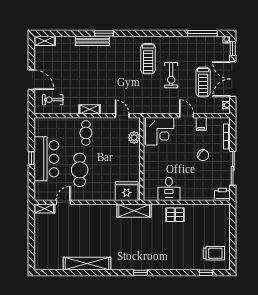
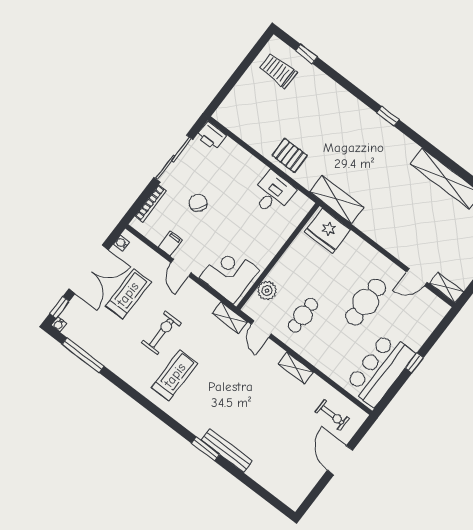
shelving: (45, 41) -> (230, 318), moved
cafe table: (86, 133) -> (303, 315), moved
bar counter: (46, 159) -> (380, 369), moved

